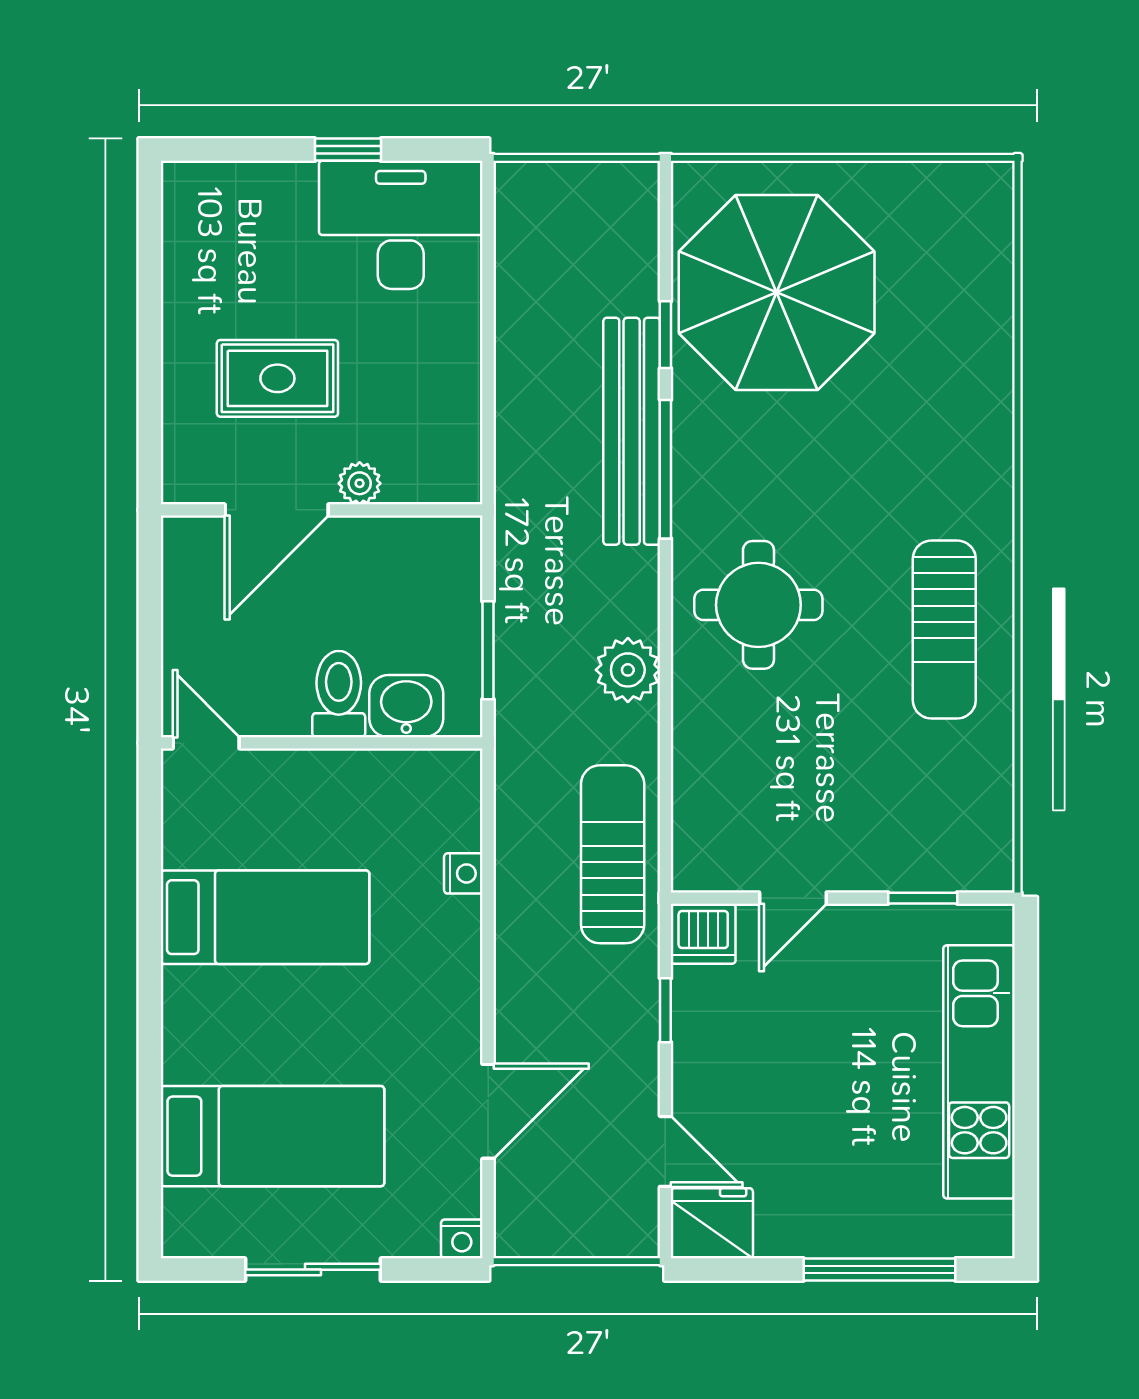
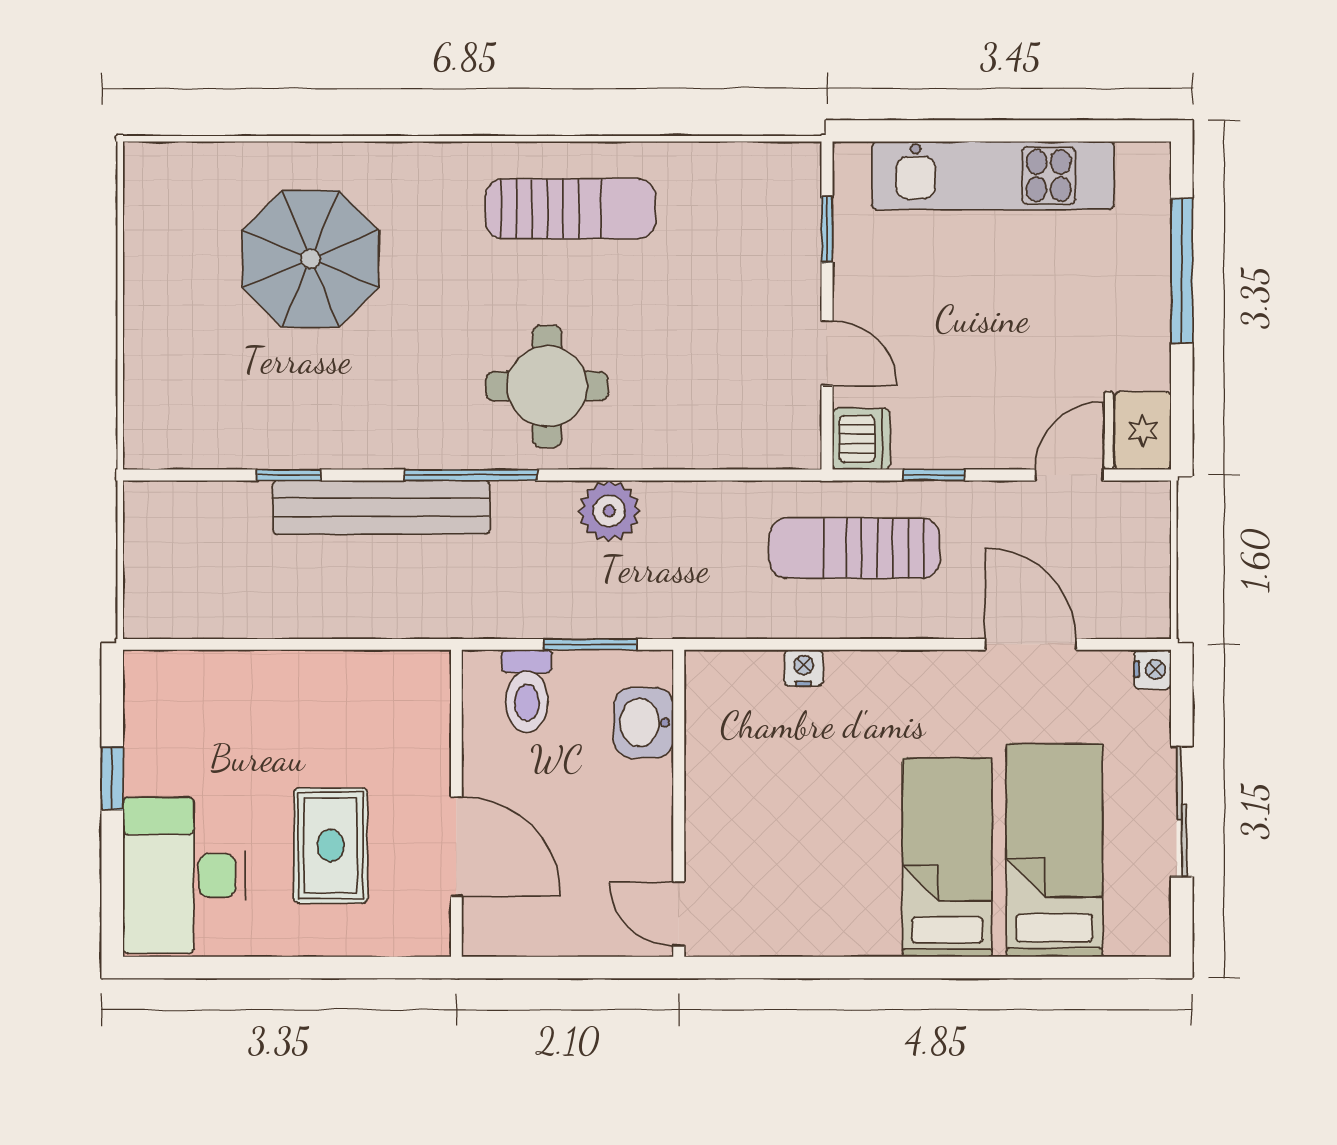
desk: (401, 225) -> (184, 875), moved
parasol: (777, 292) -> (310, 259), moved, width x0.73, depth x0.73
window: (665, 469) -> (471, 475), moved
plant: (360, 483) -> (431, 767), removed
toilet: (339, 694) -> (527, 691), moved, turned -90
door: (206, 743) -> (679, 914), hinge flipped
sun lounger: (613, 854) -> (854, 548), moved
bed: (265, 917) -> (947, 857), moved

